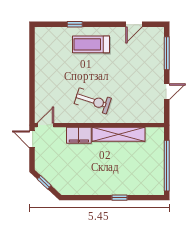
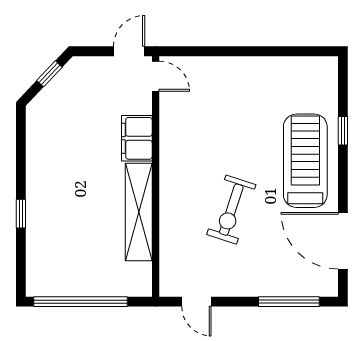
door: (134, 24) -> (343, 241), width x1.87
treadmill: (91, 44) -> (305, 161), width x1.37, depth x1.38
door: (167, 92) -> (196, 302), moved
exercise bike: (93, 101) -> (231, 210), moved

